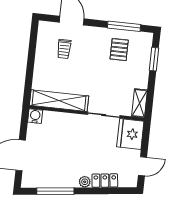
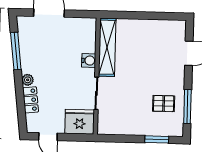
trolley: (64, 49) -> (160, 48), removed
shelving: (140, 103) -> (111, 128), removed
water cooler: (35, 116) -> (89, 61), moved

